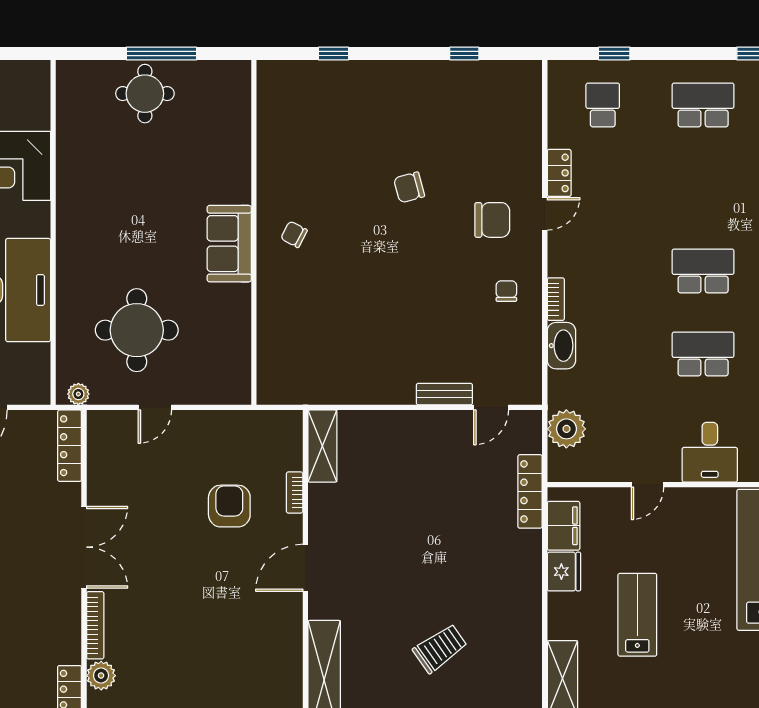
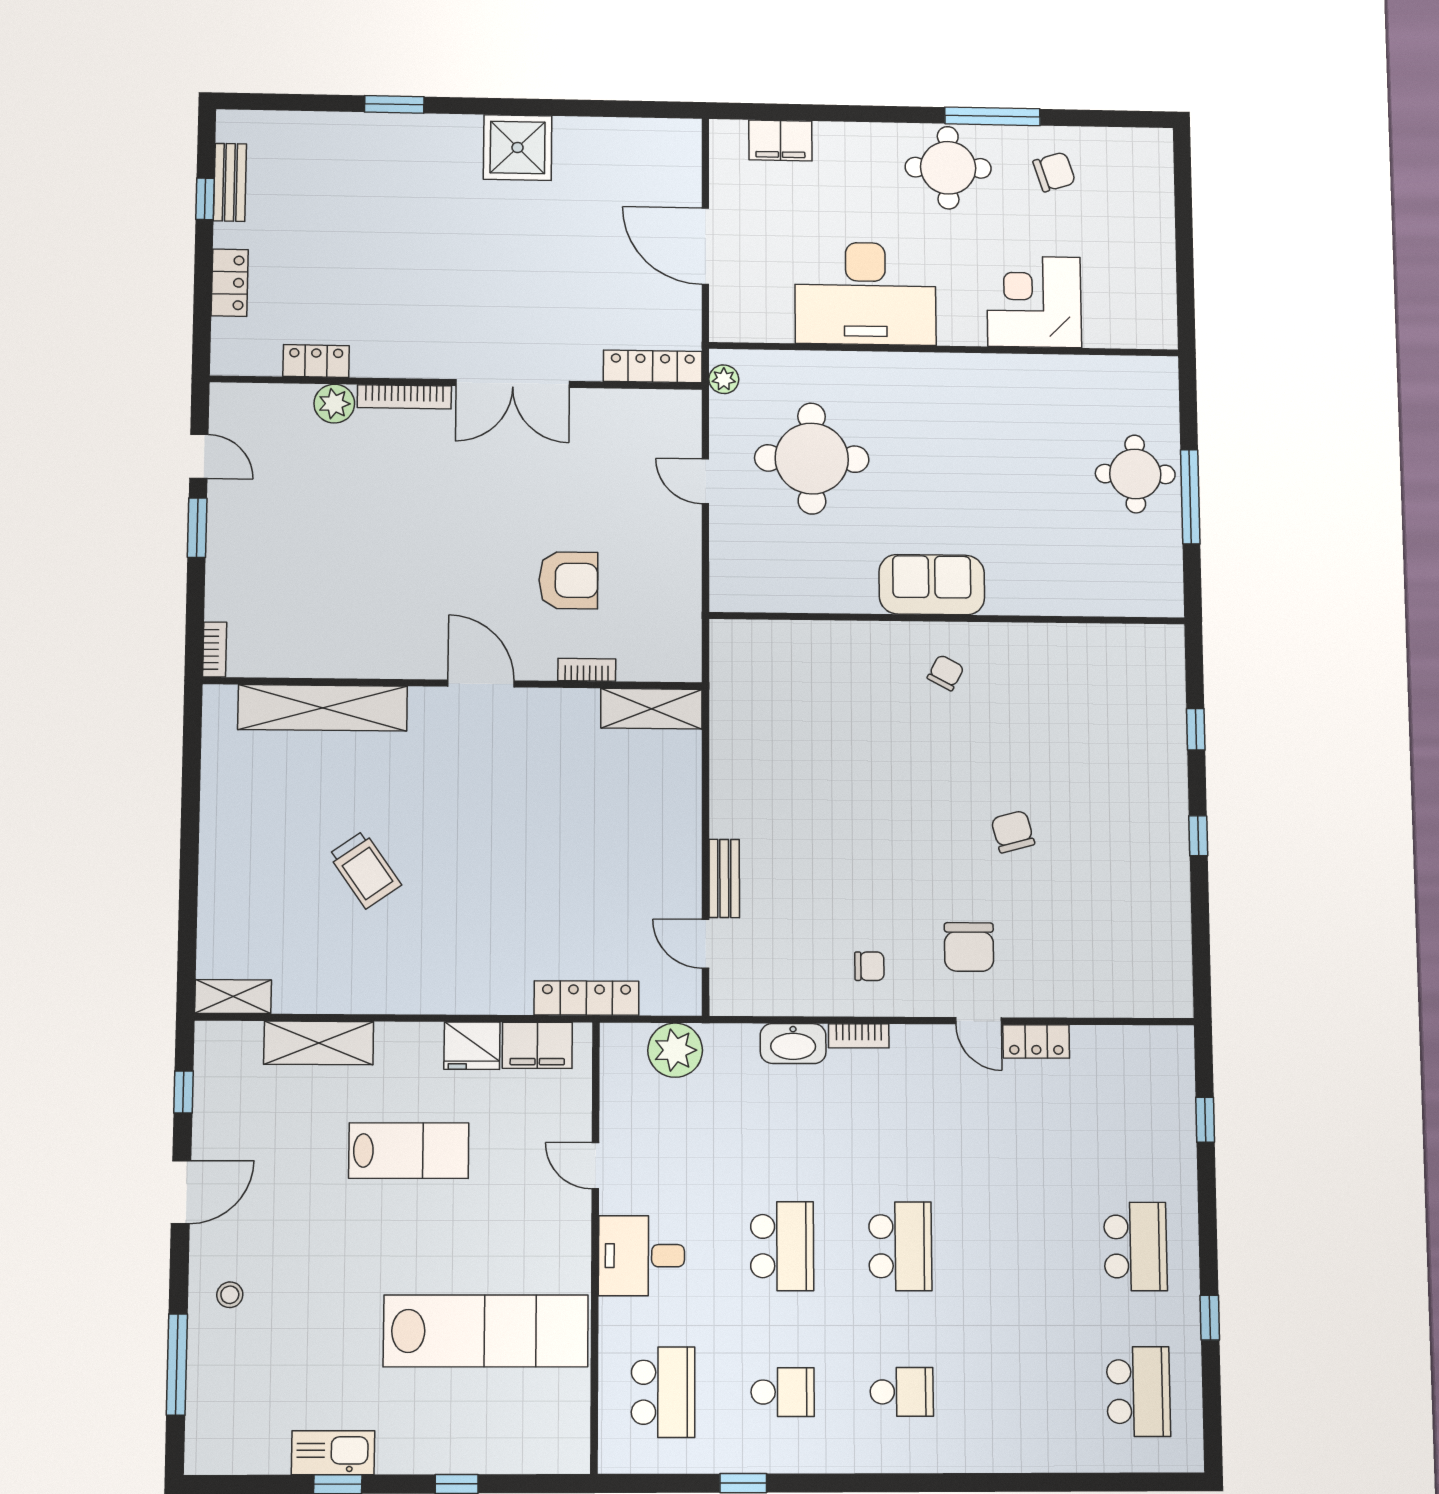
window: (464, 53) -> (1198, 836), moved
school desk: (603, 105) -> (1133, 1103), removed

